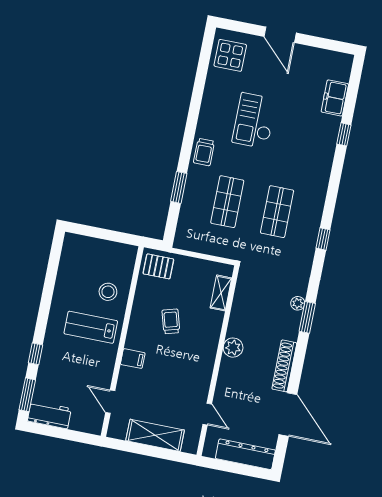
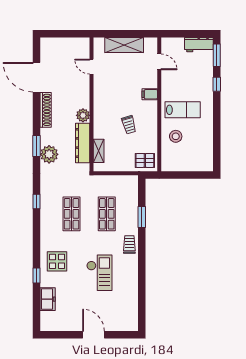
display table: (230, 55) -> (57, 261), moved
plant: (298, 303) -> (49, 154), width x1.88, depth x1.88
dresser: (245, 454) -> (83, 143), moved, turned 90

